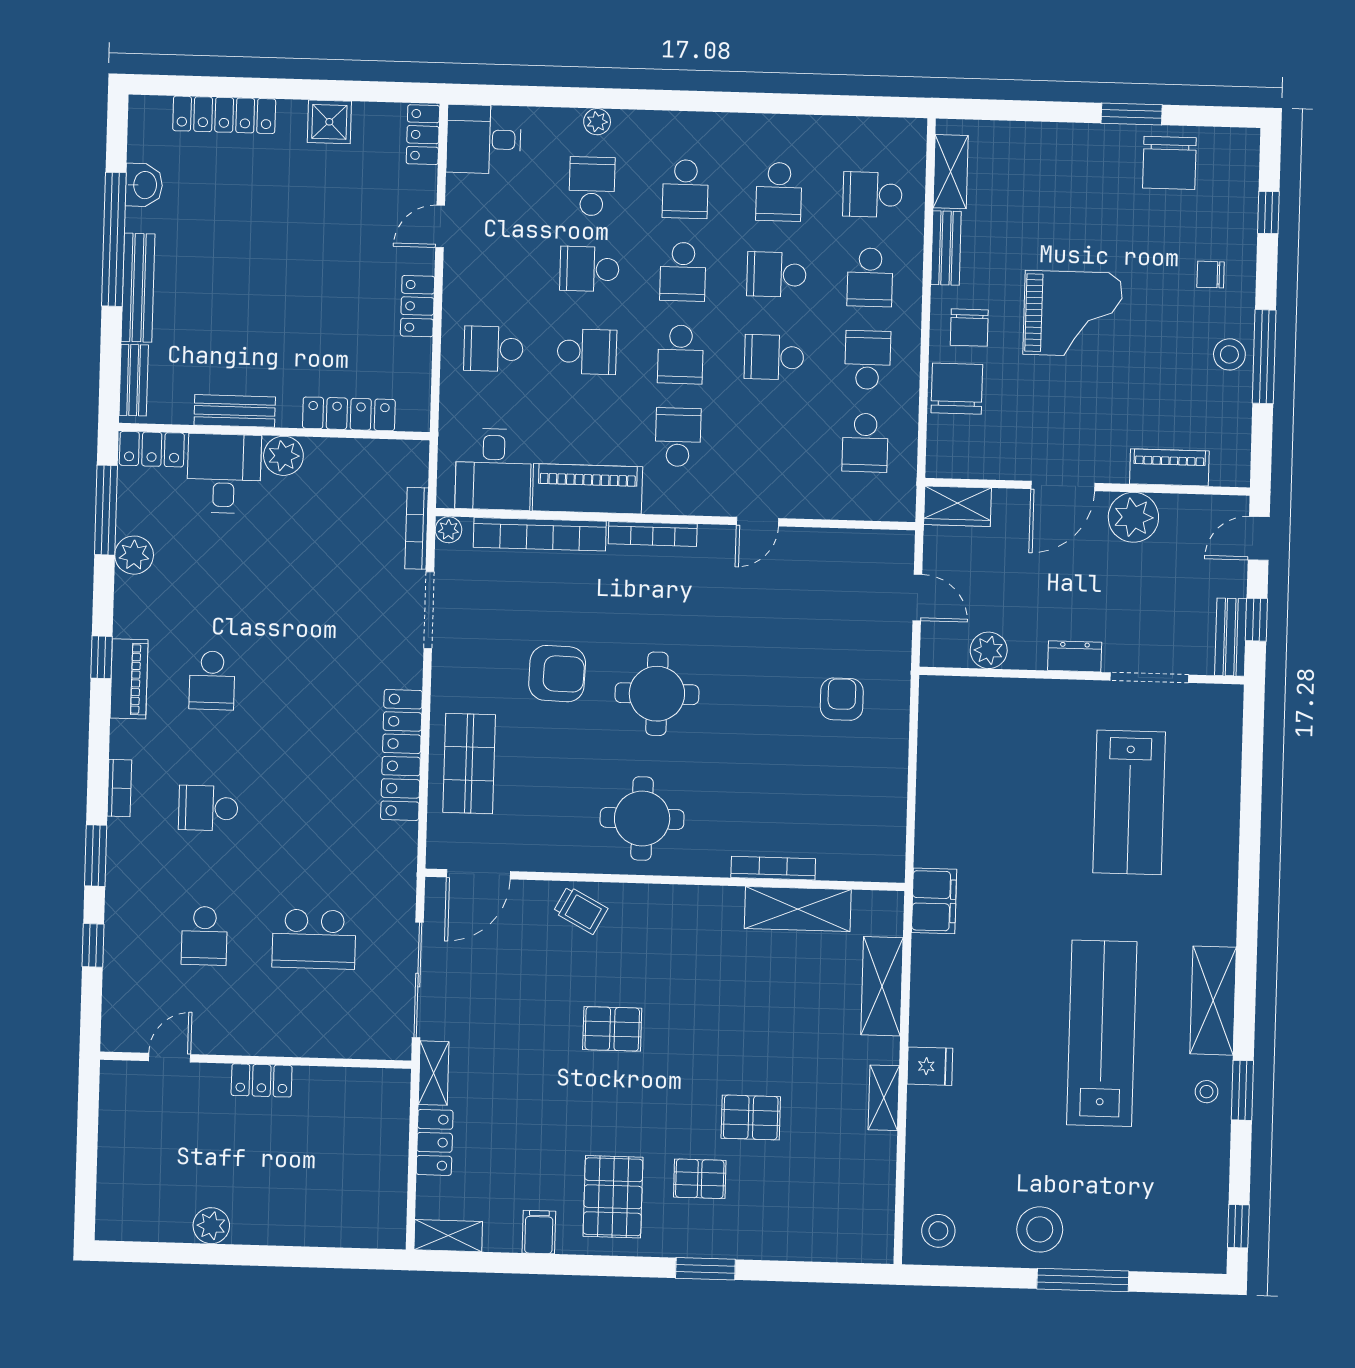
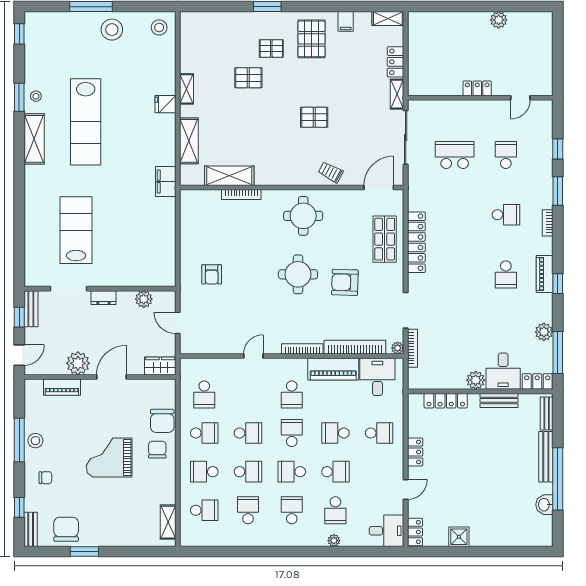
locker: (224, 115) -> (508, 539), removed
bench: (946, 248) -> (31, 529), moved
school desk: (683, 272) -> (292, 472), turned -90
school desk: (870, 277) -> (204, 472), turned -90
school desk: (868, 360) -> (204, 433), turned -90
school desk: (865, 443) -> (204, 394), turned 180
school desk: (212, 680) -> (506, 274), turned 180

